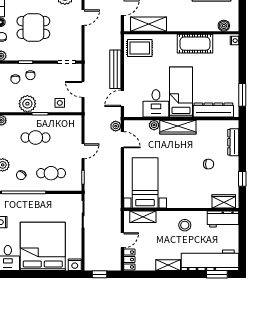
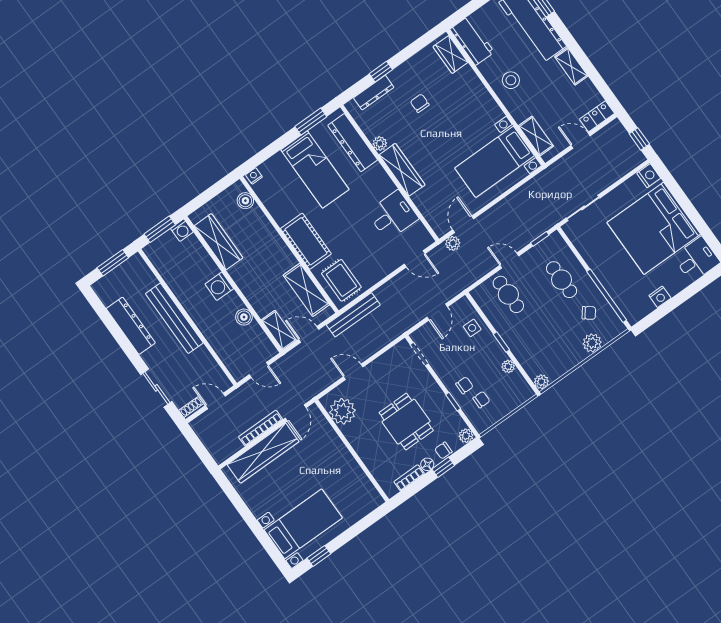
cot: (195, 44) -> (306, 241), moved
bench: (115, 69) -> (353, 315), moved
bed: (181, 92) -> (315, 170), moved, turned -90
plant: (27, 104) -> (508, 366), width x0.53, depth x0.53
plant: (154, 125) -> (380, 144), moved
cafe table: (35, 138) -> (508, 294), moved
window: (242, 179) -> (381, 72), moved

